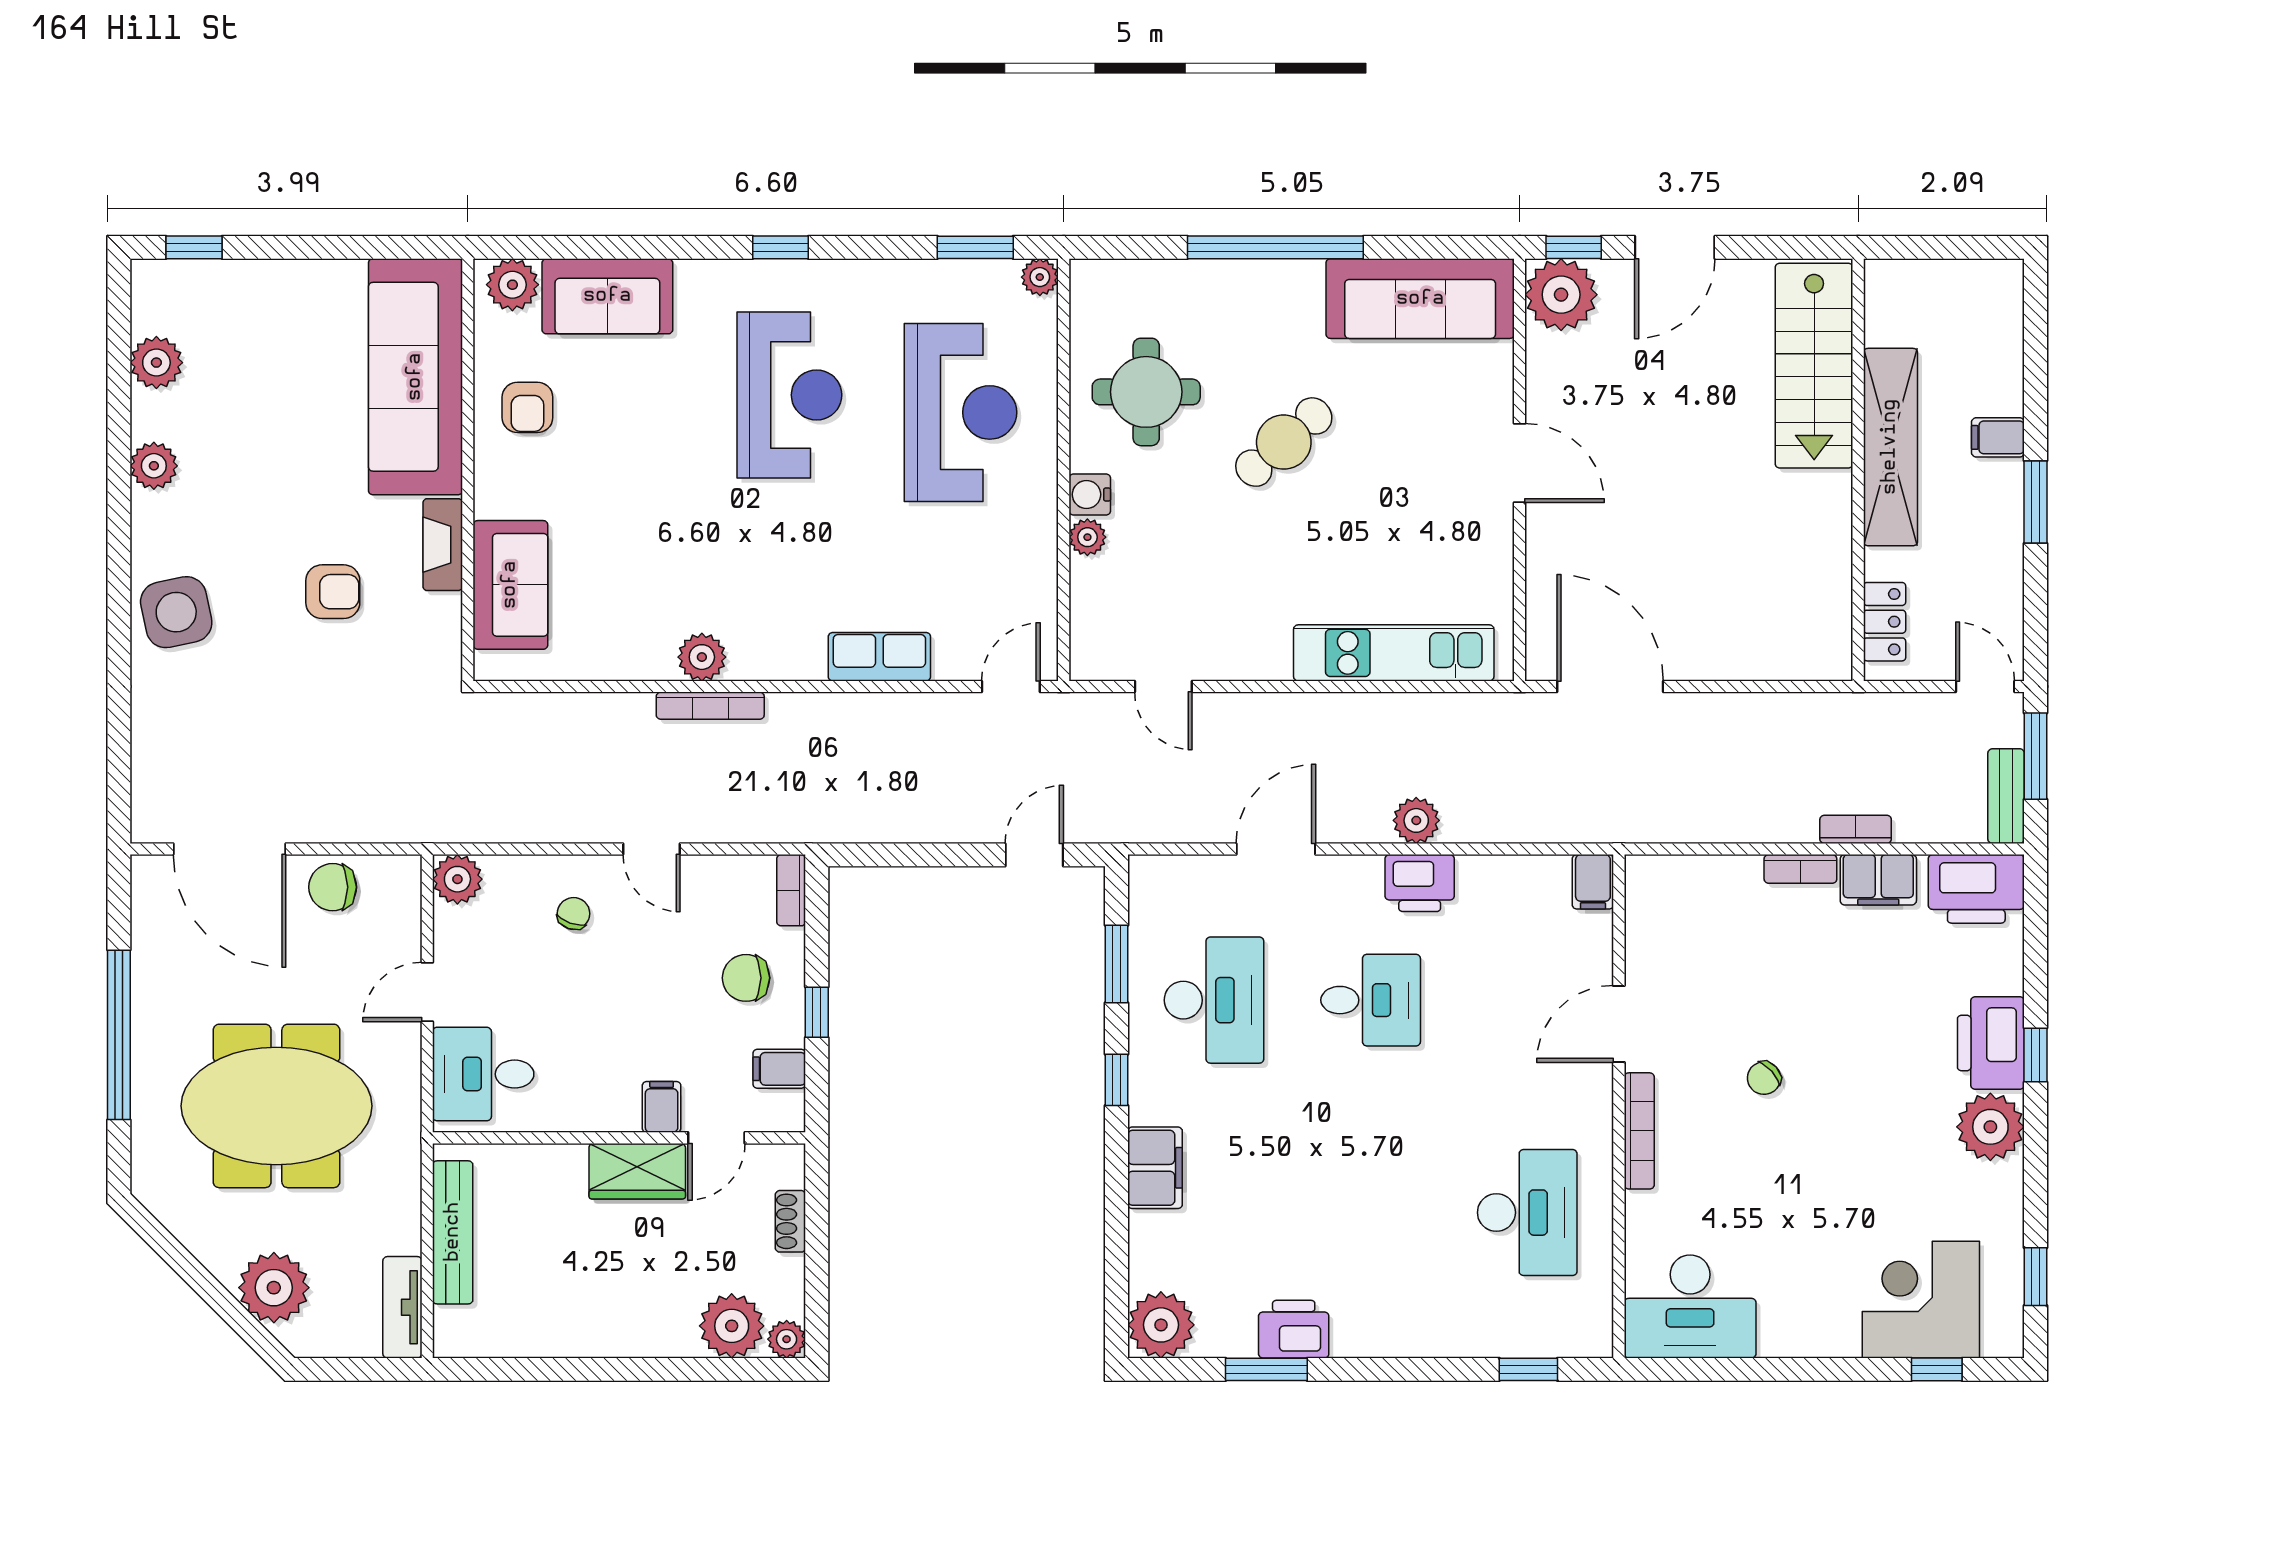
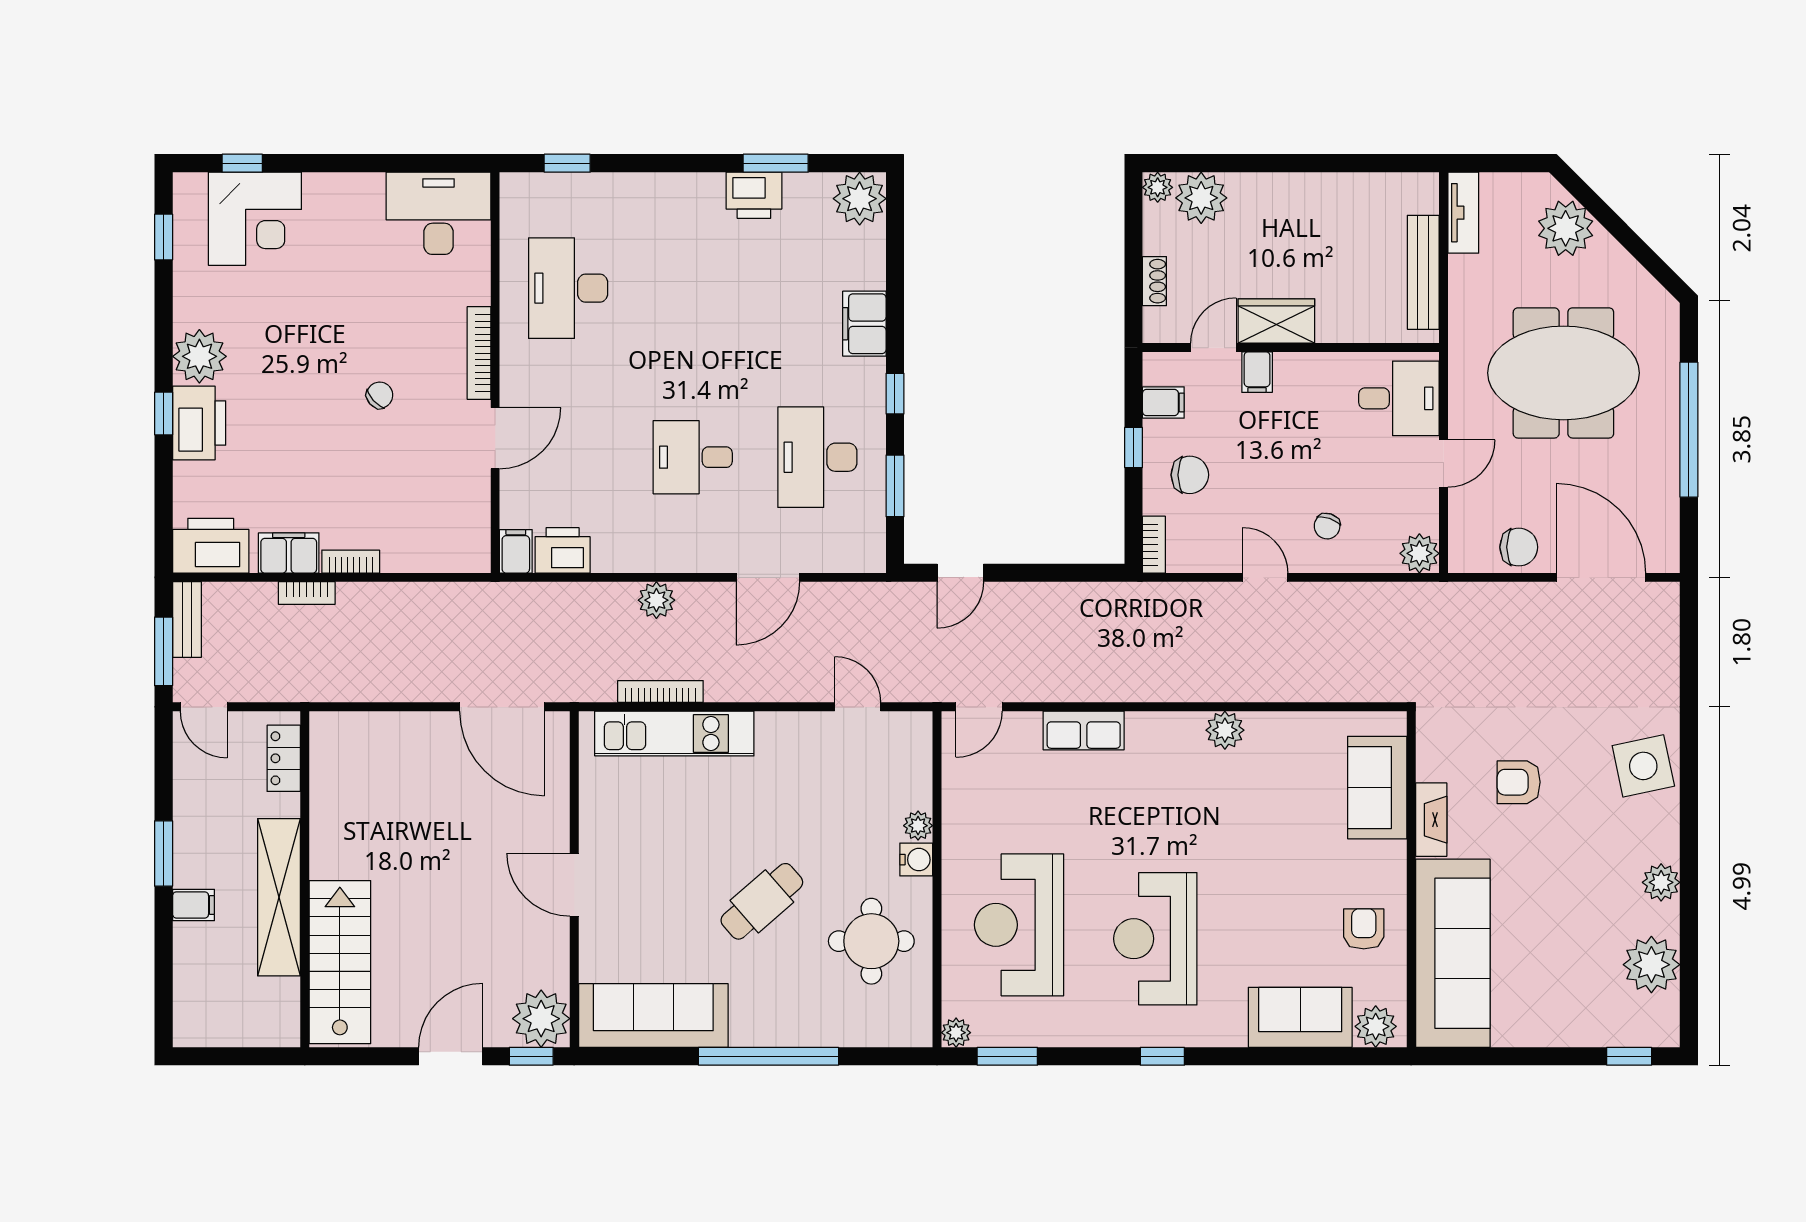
plant: (156, 363) -> (1651, 965), width x1.36, depth x1.36
bookcase: (710, 706) -> (660, 691), moved
printer: (1420, 883) -> (563, 550), moved

